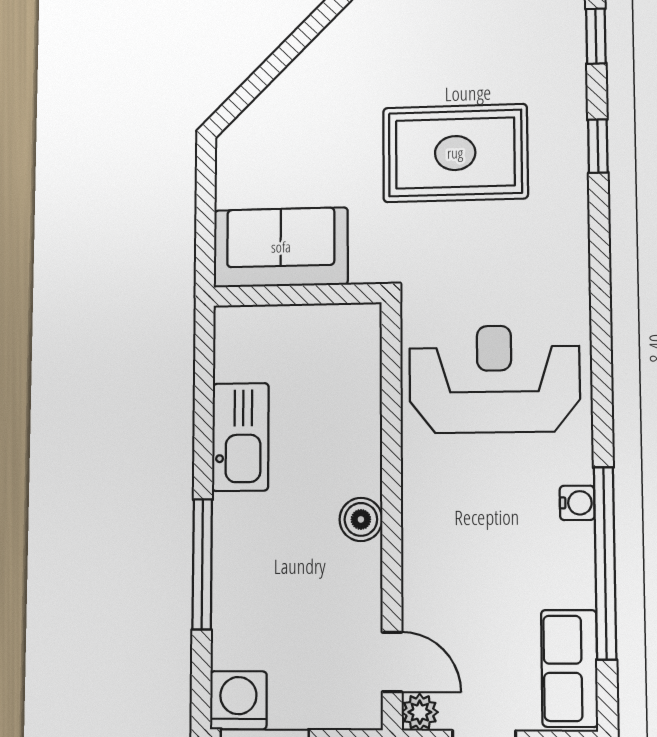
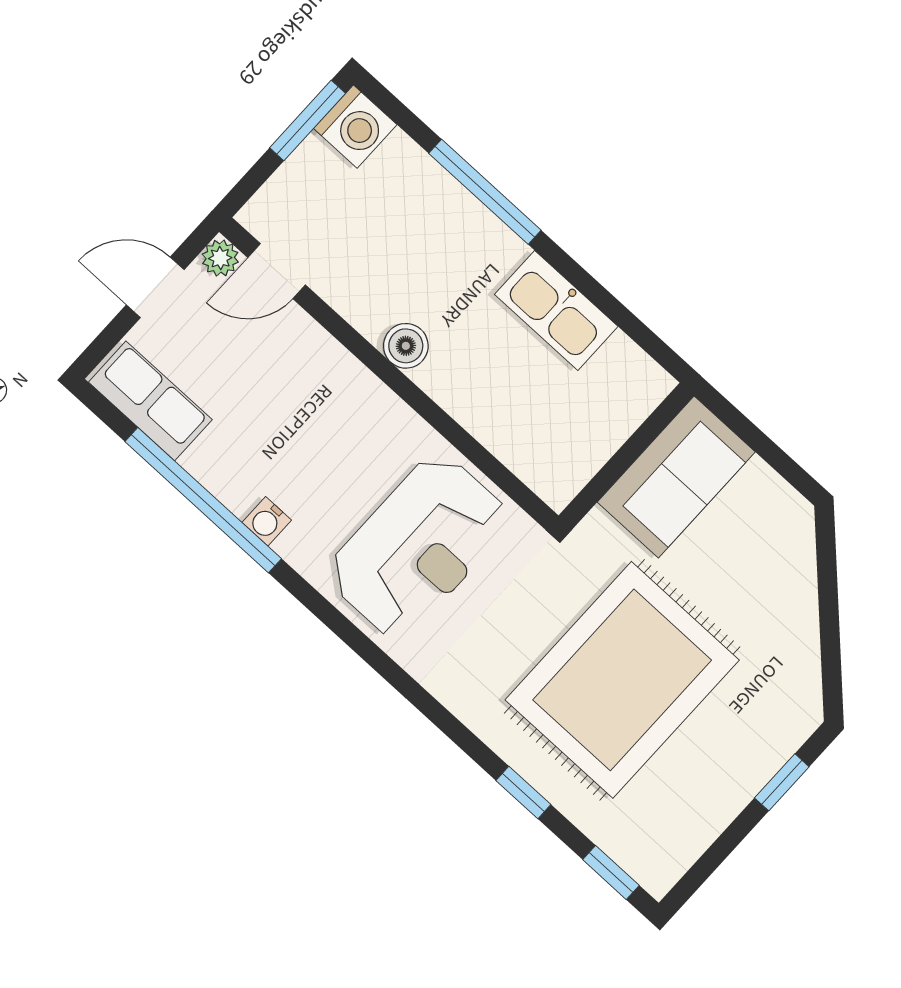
rug: (455, 153) -> (622, 680), width x1.37, depth x1.44

